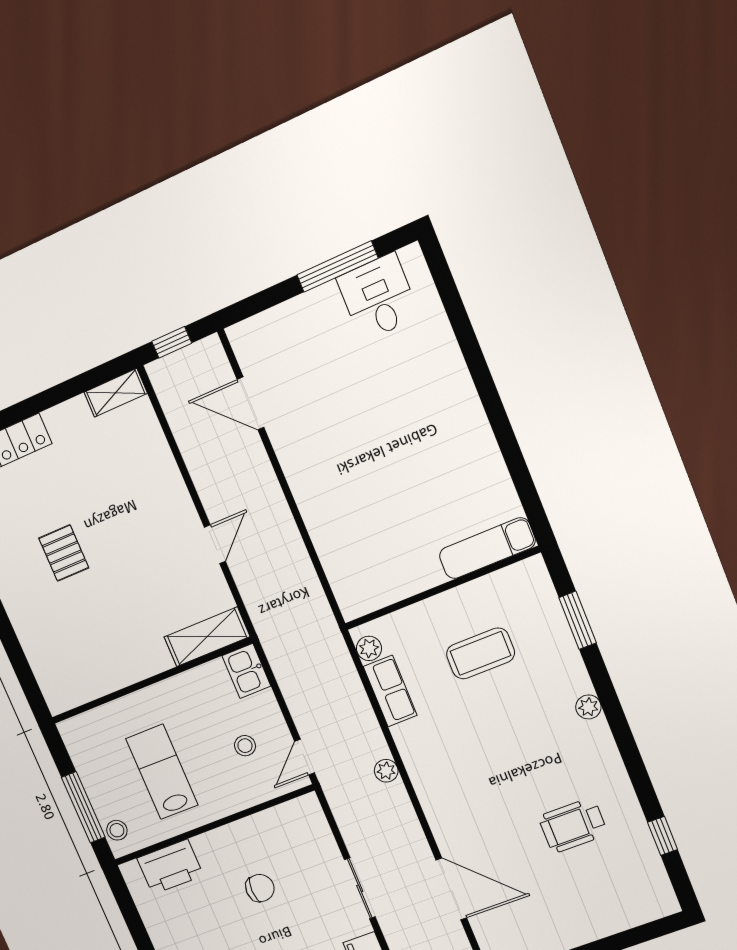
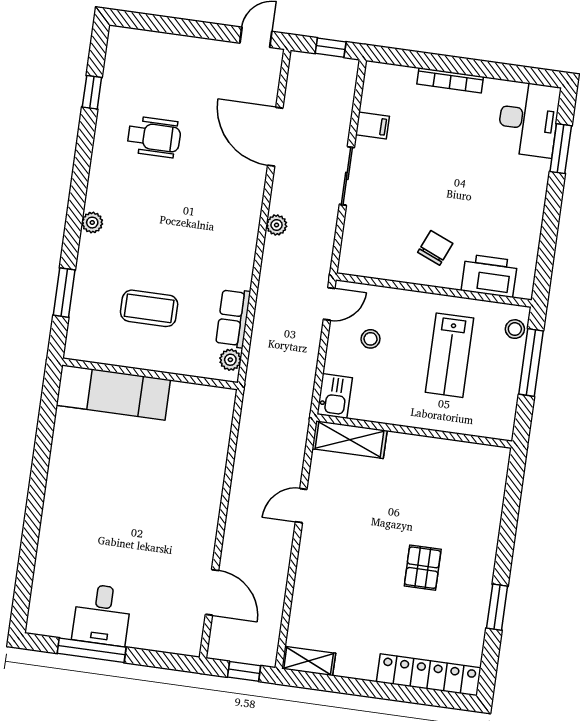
desk: (378, 297) -> (102, 615), moved
exam couch: (487, 548) -> (113, 393), width x1.36, depth x1.45
plant: (386, 771) -> (277, 225), moved
chair: (260, 888) -> (435, 248), moved, turned 113

